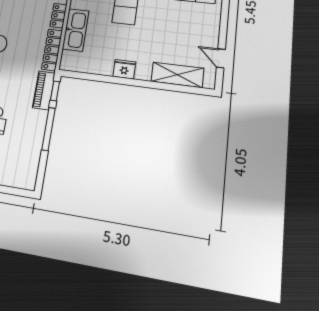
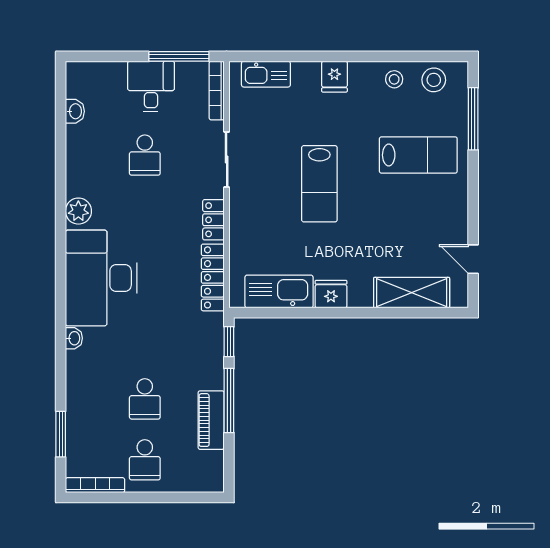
kitchen sink: (76, 30) -> (279, 291), moved, turned -90
piano: (44, 90) -> (211, 420), moved

